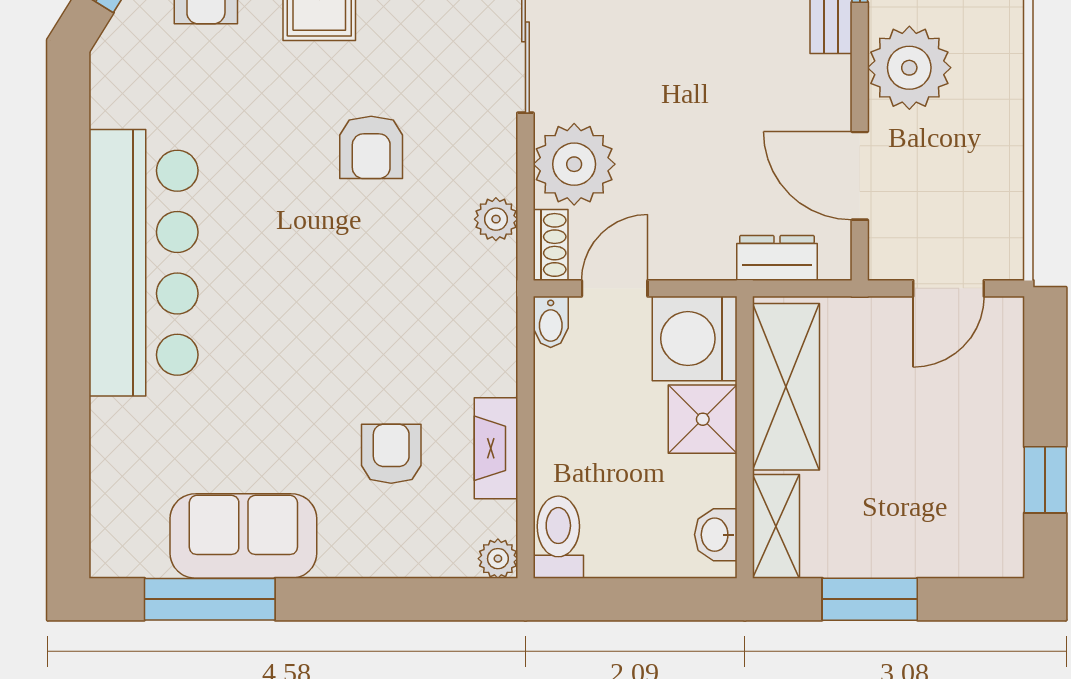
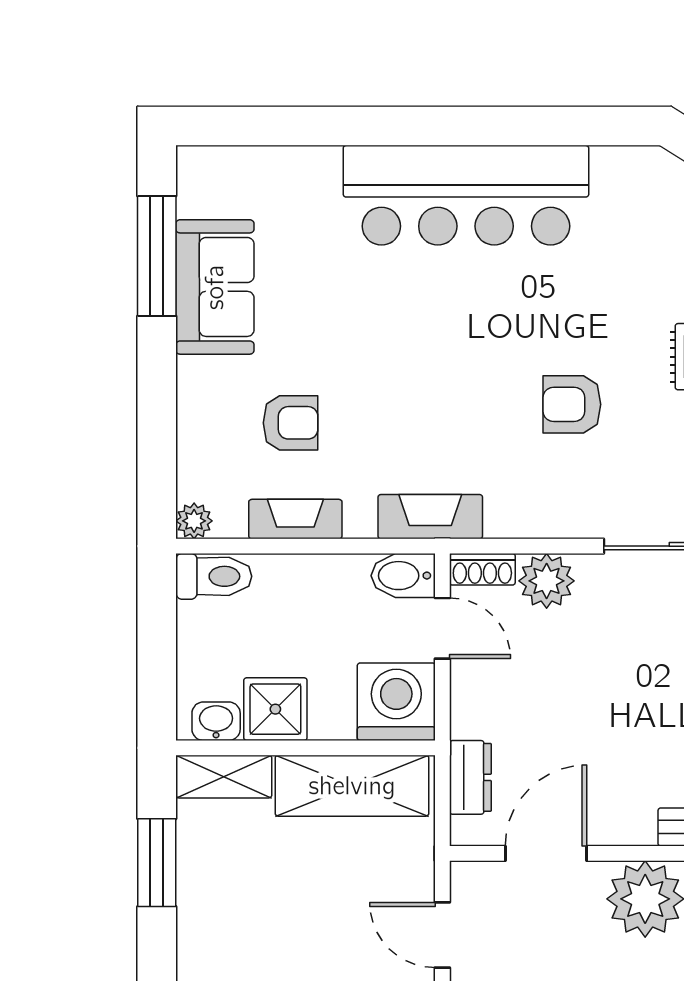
plant: (574, 164) -> (547, 581), width x0.73, depth x0.73
plant: (496, 219) -> (506, 519), removed
fireplace: (493, 302) -> (430, 517), added
bidet: (551, 322) -> (403, 576), width x1.38, depth x1.36
shower: (703, 419) -> (275, 709), moved

